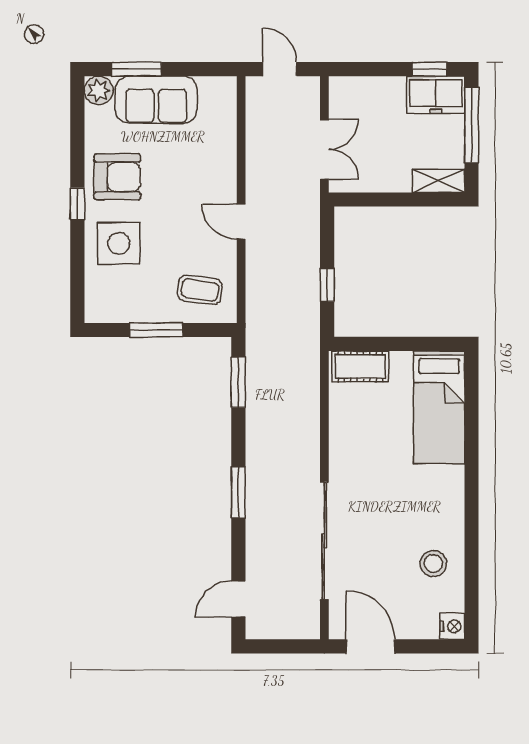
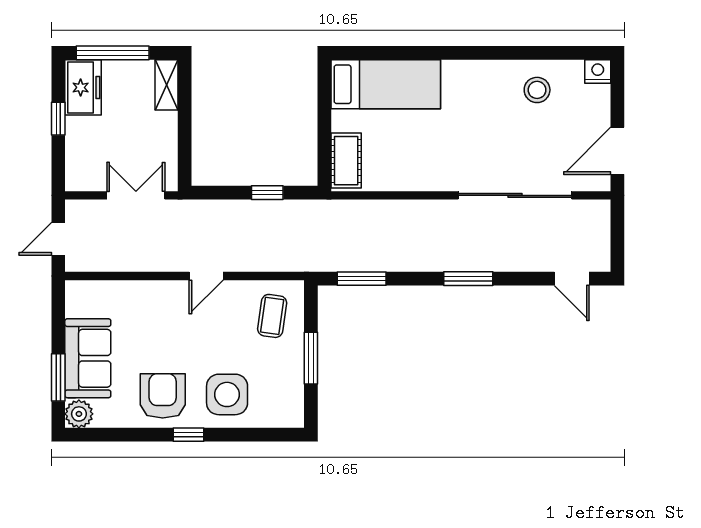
window: (429, 69) -> (58, 119), moved

